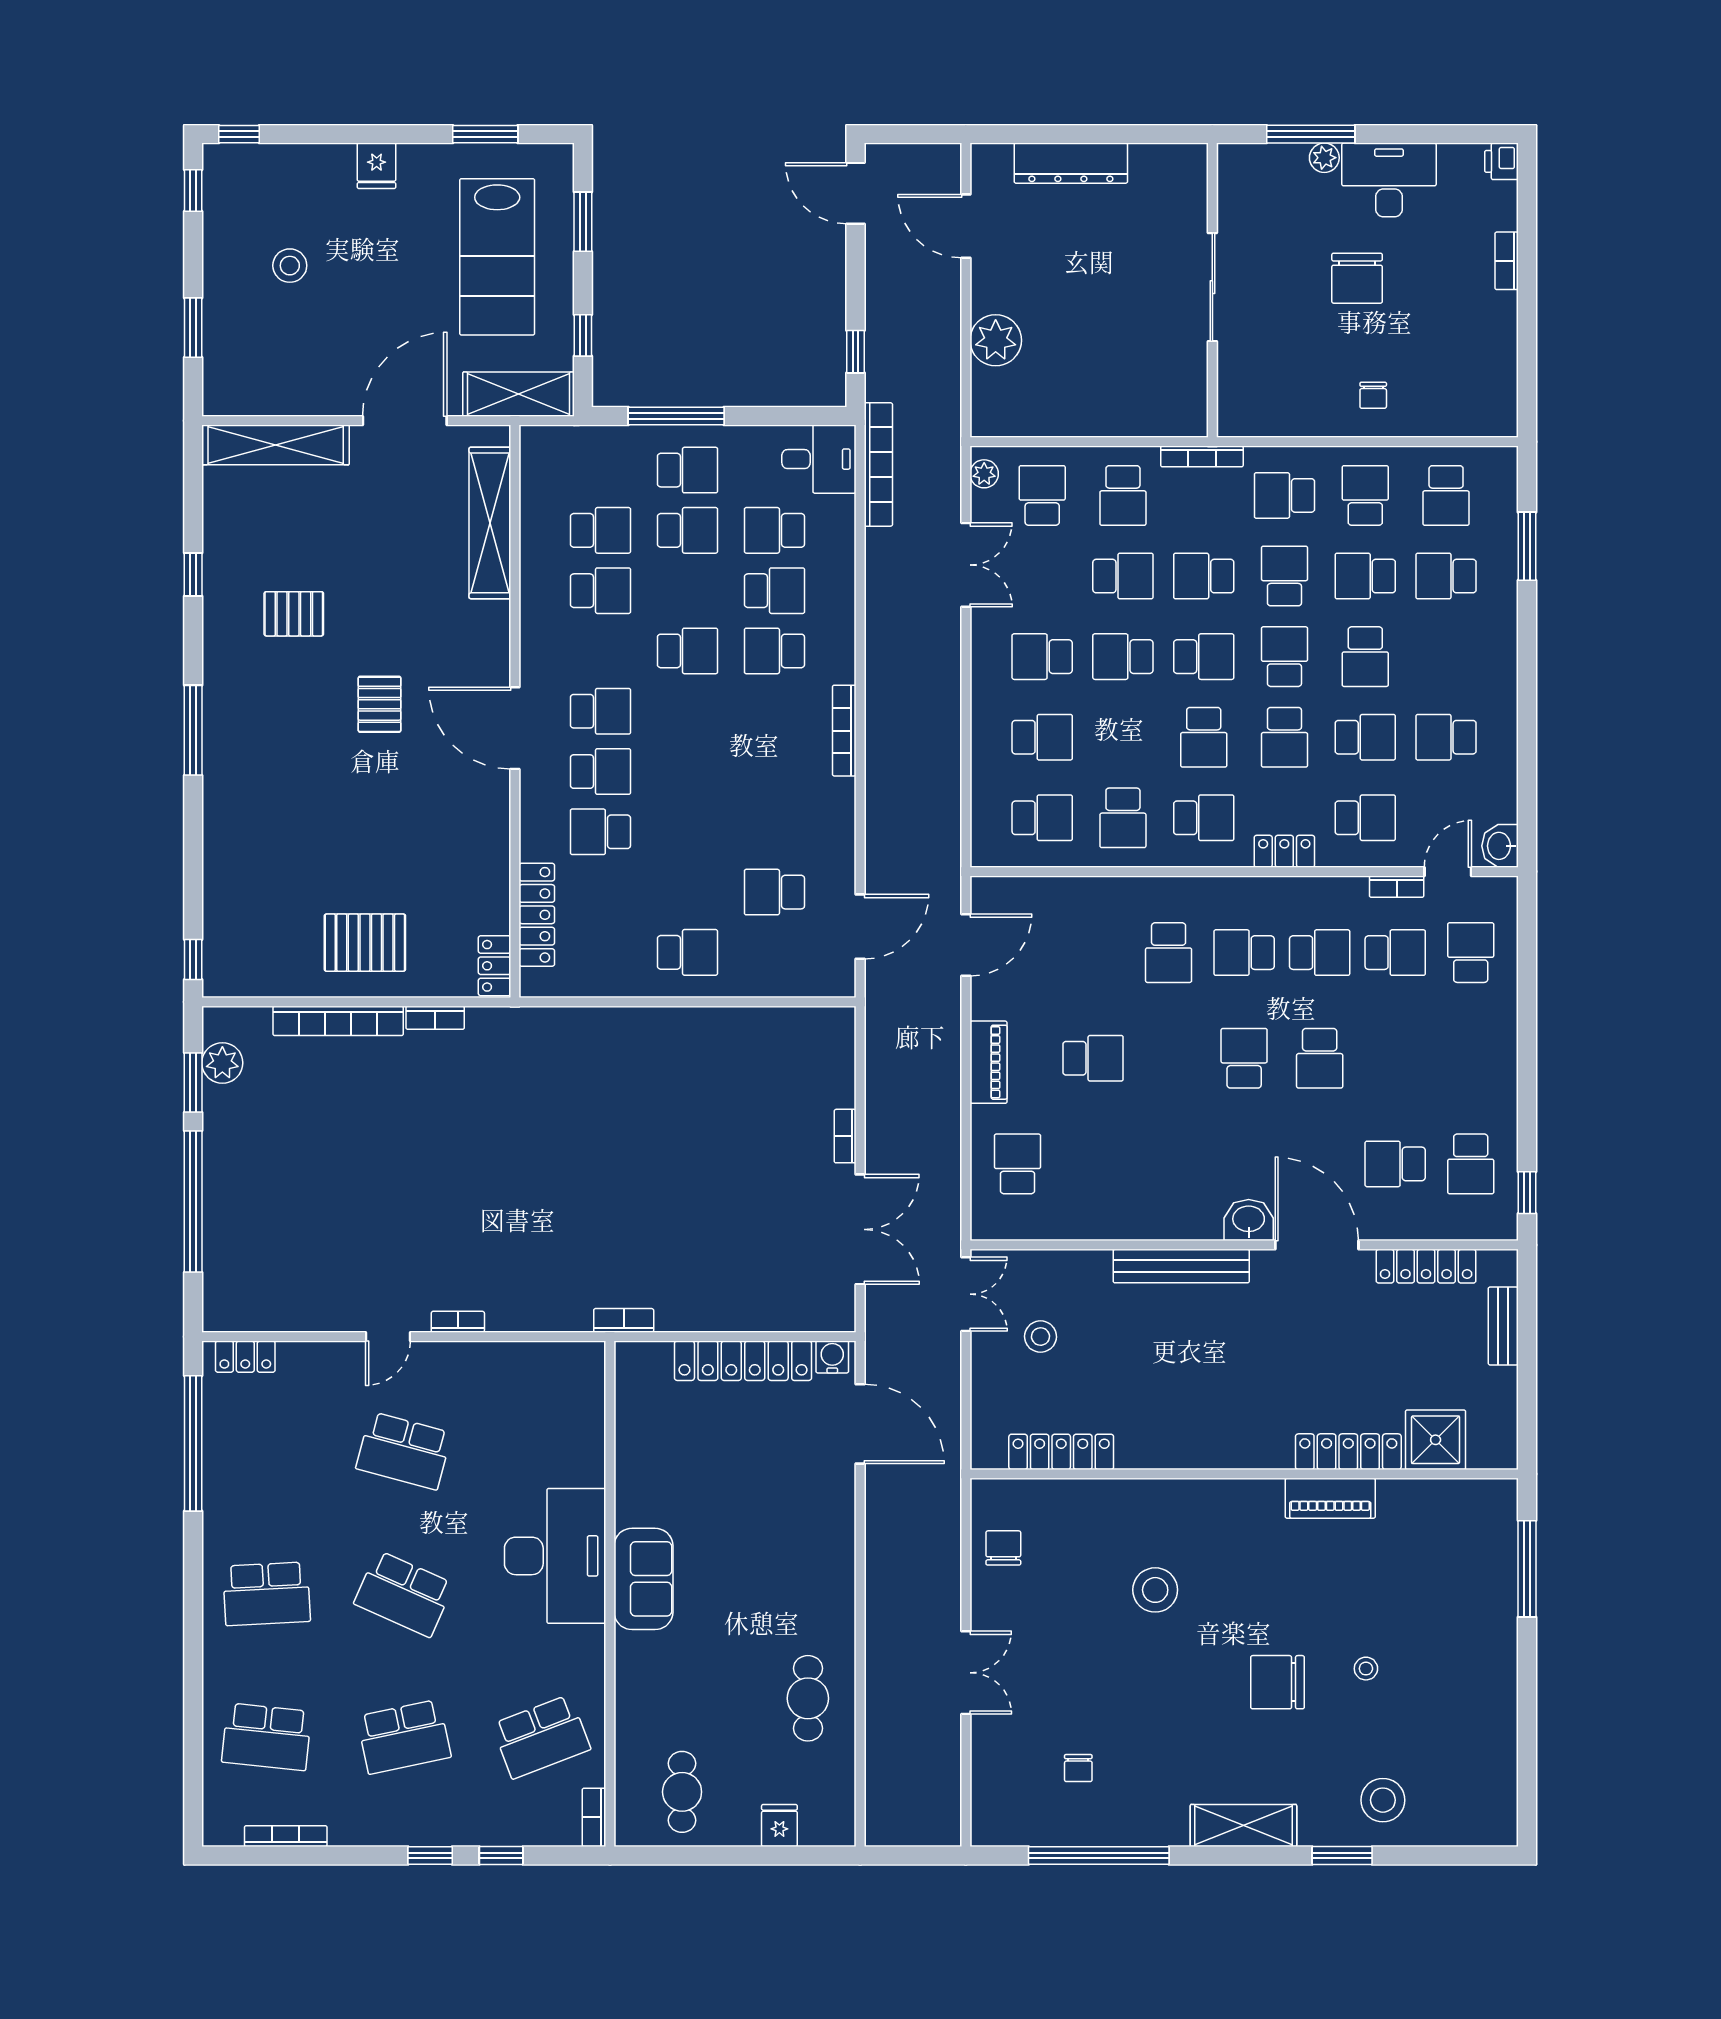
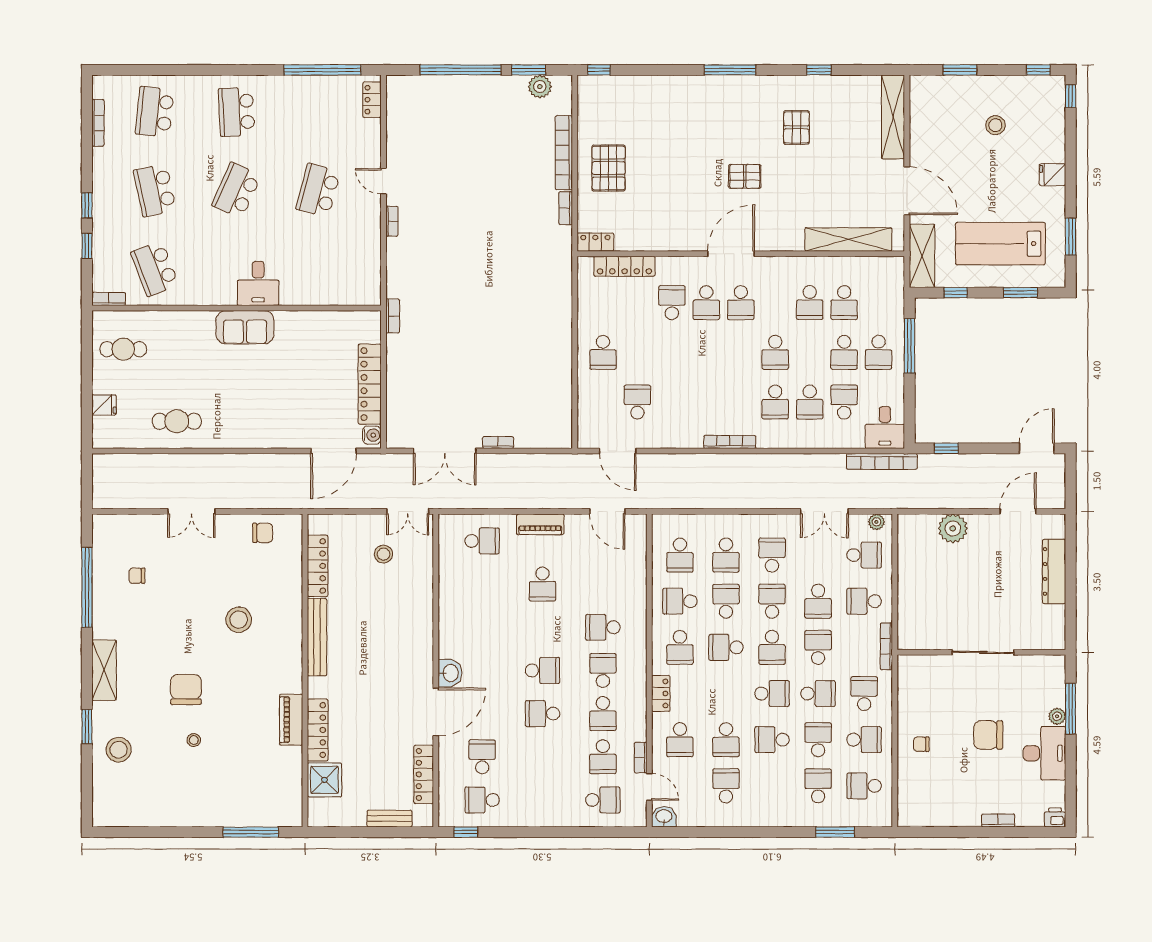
school desk: (774, 651) -> (775, 402), turned 180
school desk: (1284, 737) -> (726, 601), moved, turned 90
bench: (1181, 1266) -> (317, 637), moved
desk: (555, 1556) -> (258, 283), width x0.53, depth x0.77

